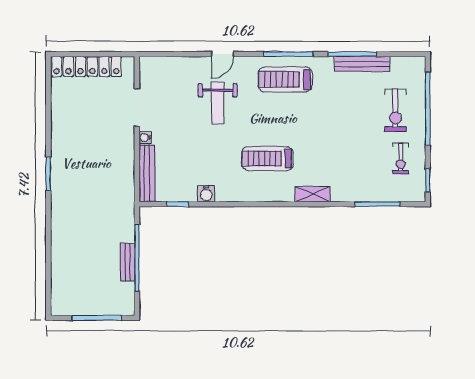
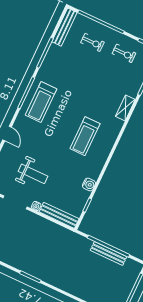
bench: (362, 64) -> (64, 27), moved
weight bench: (218, 103) -> (33, 174), moved
exercise bike: (396, 110) -> (92, 42), width x0.73, depth x0.72
shelving: (313, 194) -> (125, 108), moved
bench: (127, 262) -> (108, 253), width x1.36

